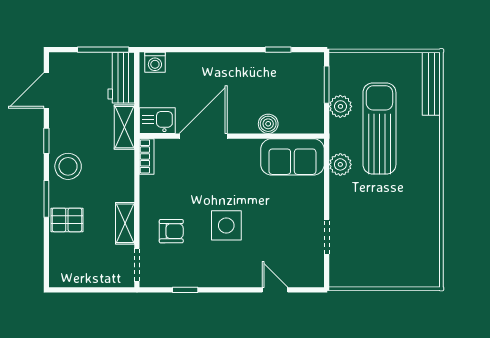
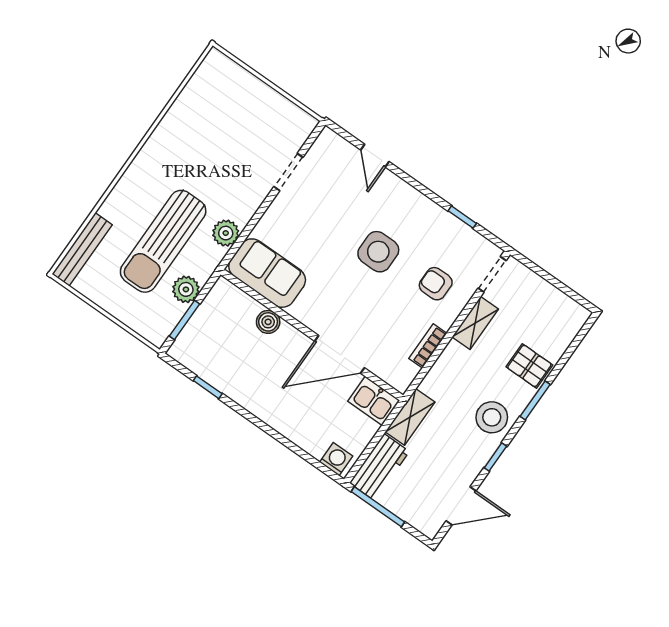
bookcase: (147, 156) -> (428, 346), moved

